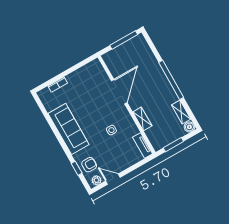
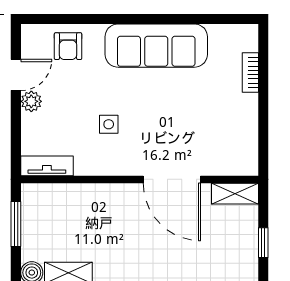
window: (124, 40) -> (263, 243), width x0.46
shelving: (142, 119) -> (235, 194), moved
window: (77, 168) -> (74, 19), removed
plant: (96, 180) -> (31, 101), moved

